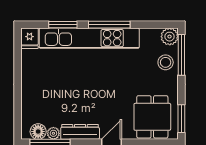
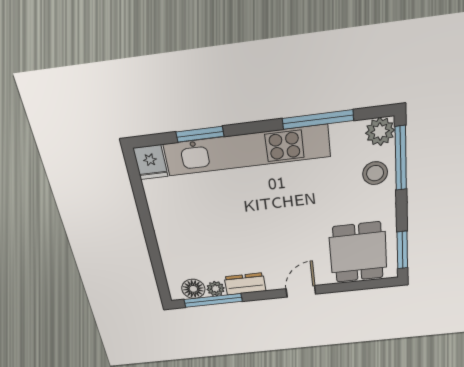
window: (109, 25) -> (318, 119), moved
dresser: (80, 132) -> (245, 284), width x0.70

